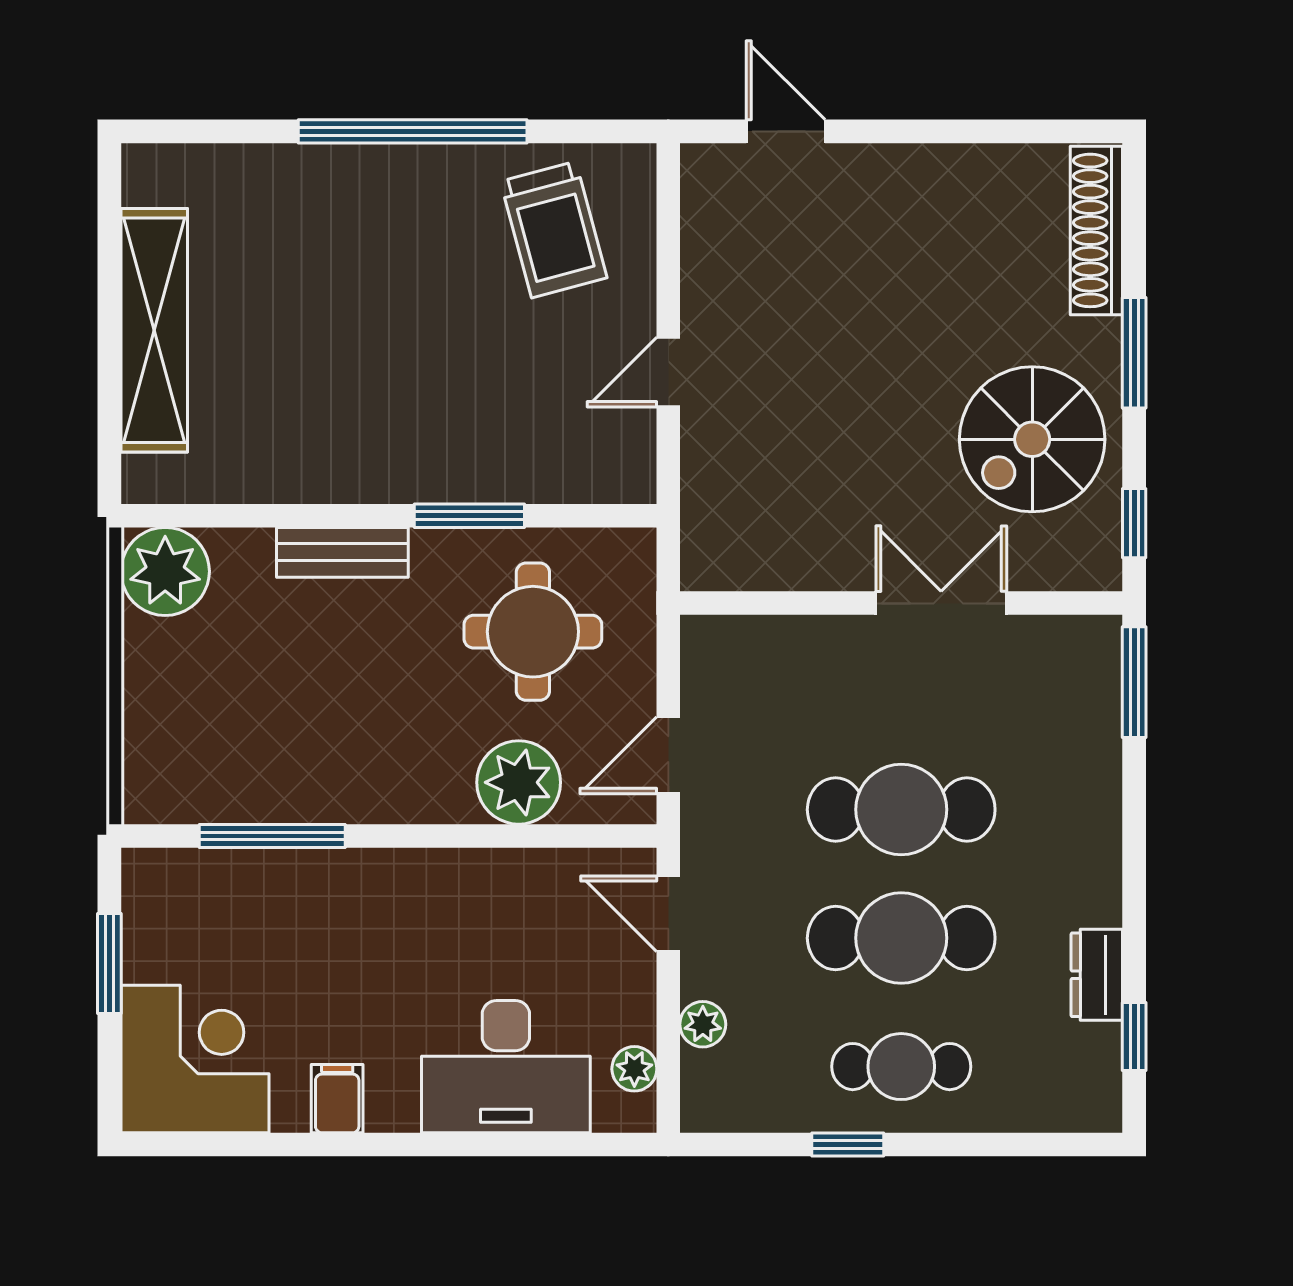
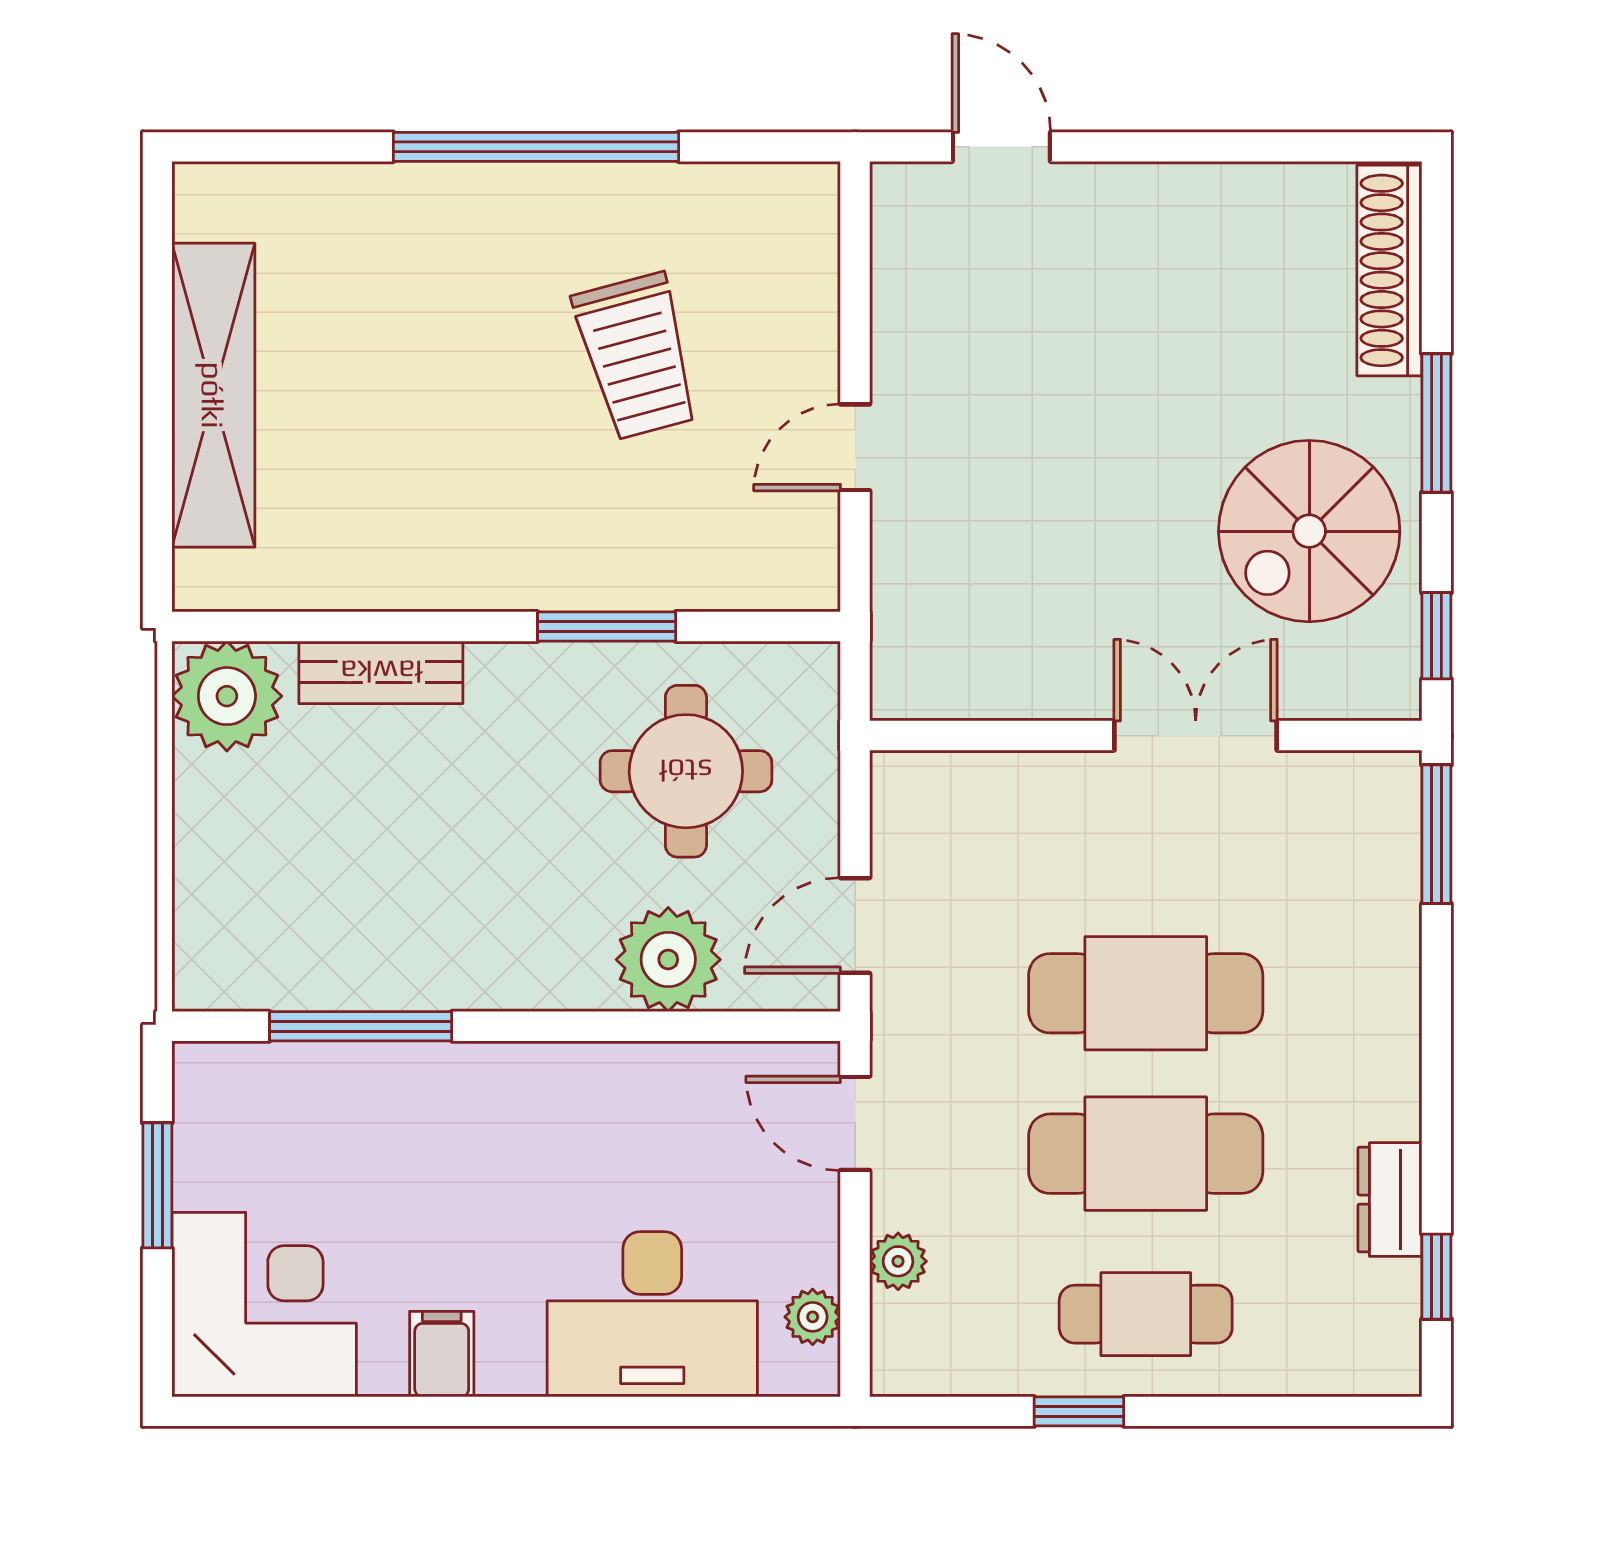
trolley: (554, 230) -> (637, 356), moved
bench: (342, 552) -> (381, 672), moved

